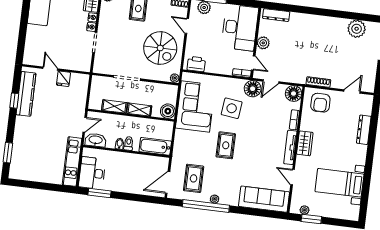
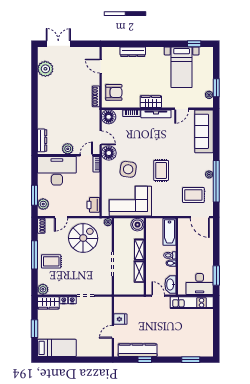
rug: (226, 145) -> (161, 170), turned 90
window: (364, 200) -> (194, 44), added

